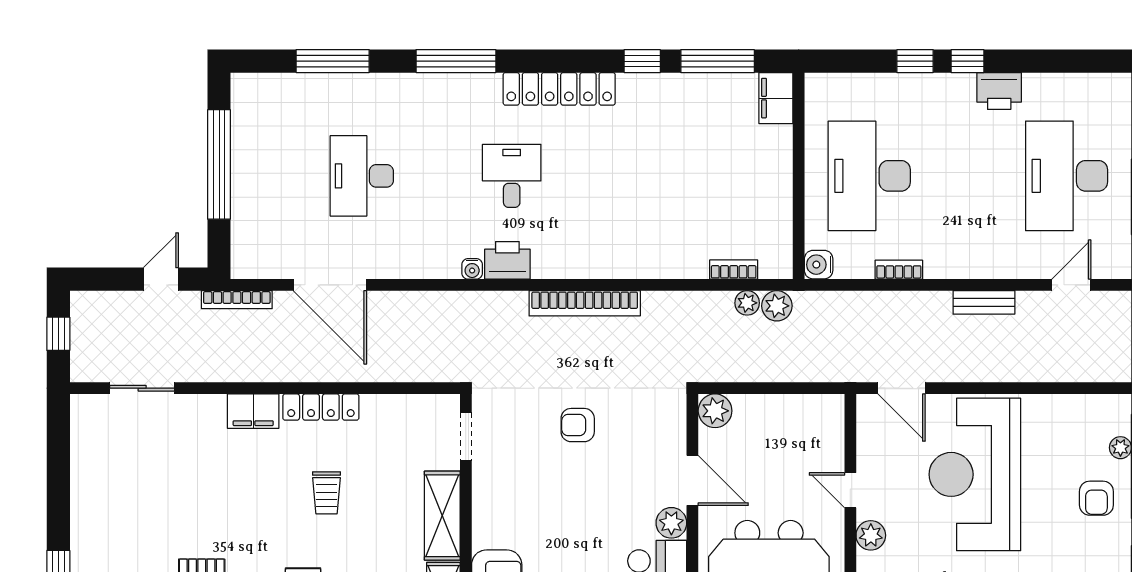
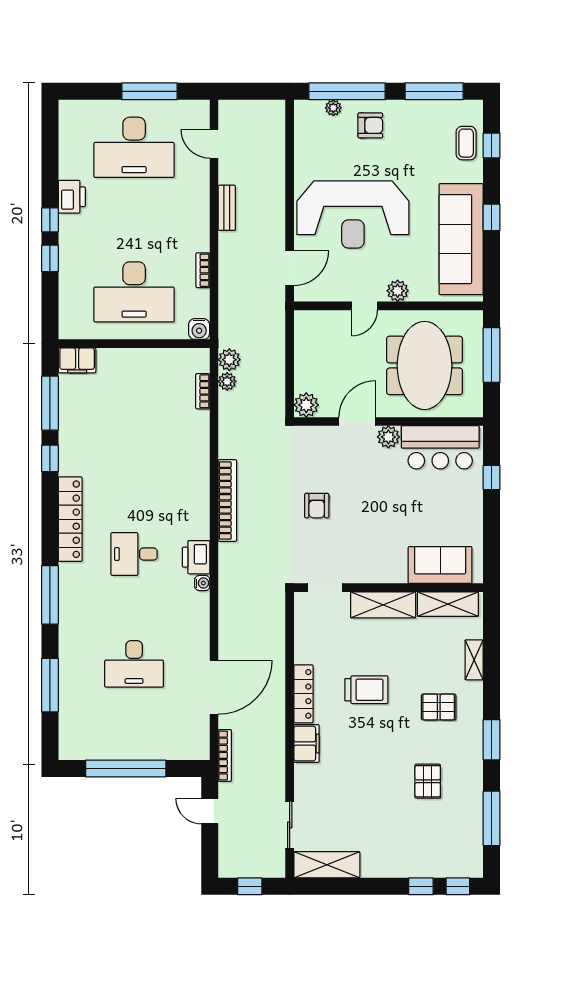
shelving: (88, 439) -> (327, 865), added
trolley: (327, 493) -> (366, 690), width x1.36, depth x1.39

